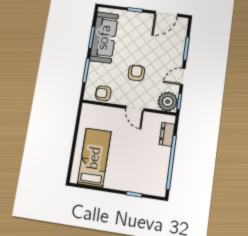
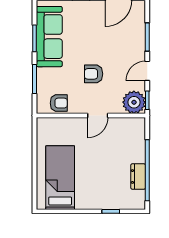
armchair: (136, 73) -> (94, 74), turned -90
armchair: (103, 93) -> (59, 103), turned 180
door: (135, 108) -> (98, 115), hinge flipped
dresser: (167, 134) -> (138, 177), moved

